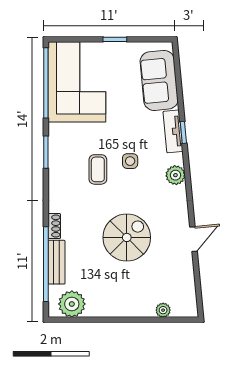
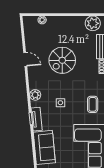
coffee table: (98, 169) -> (93, 104), moved
door: (194, 239) -> (25, 59), swing flipped

